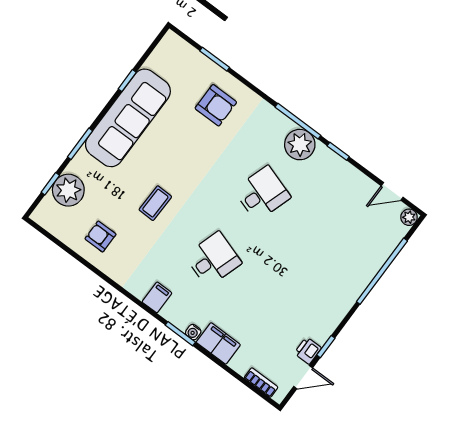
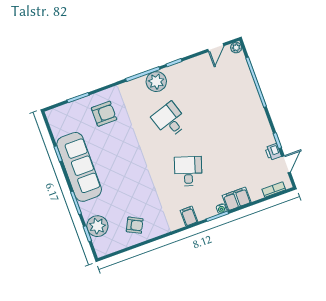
desk: (262, 193) -> (170, 120), turned -36
coffee table: (155, 203) -> (136, 183), removed
armchair: (100, 236) -> (135, 225), turned -153

